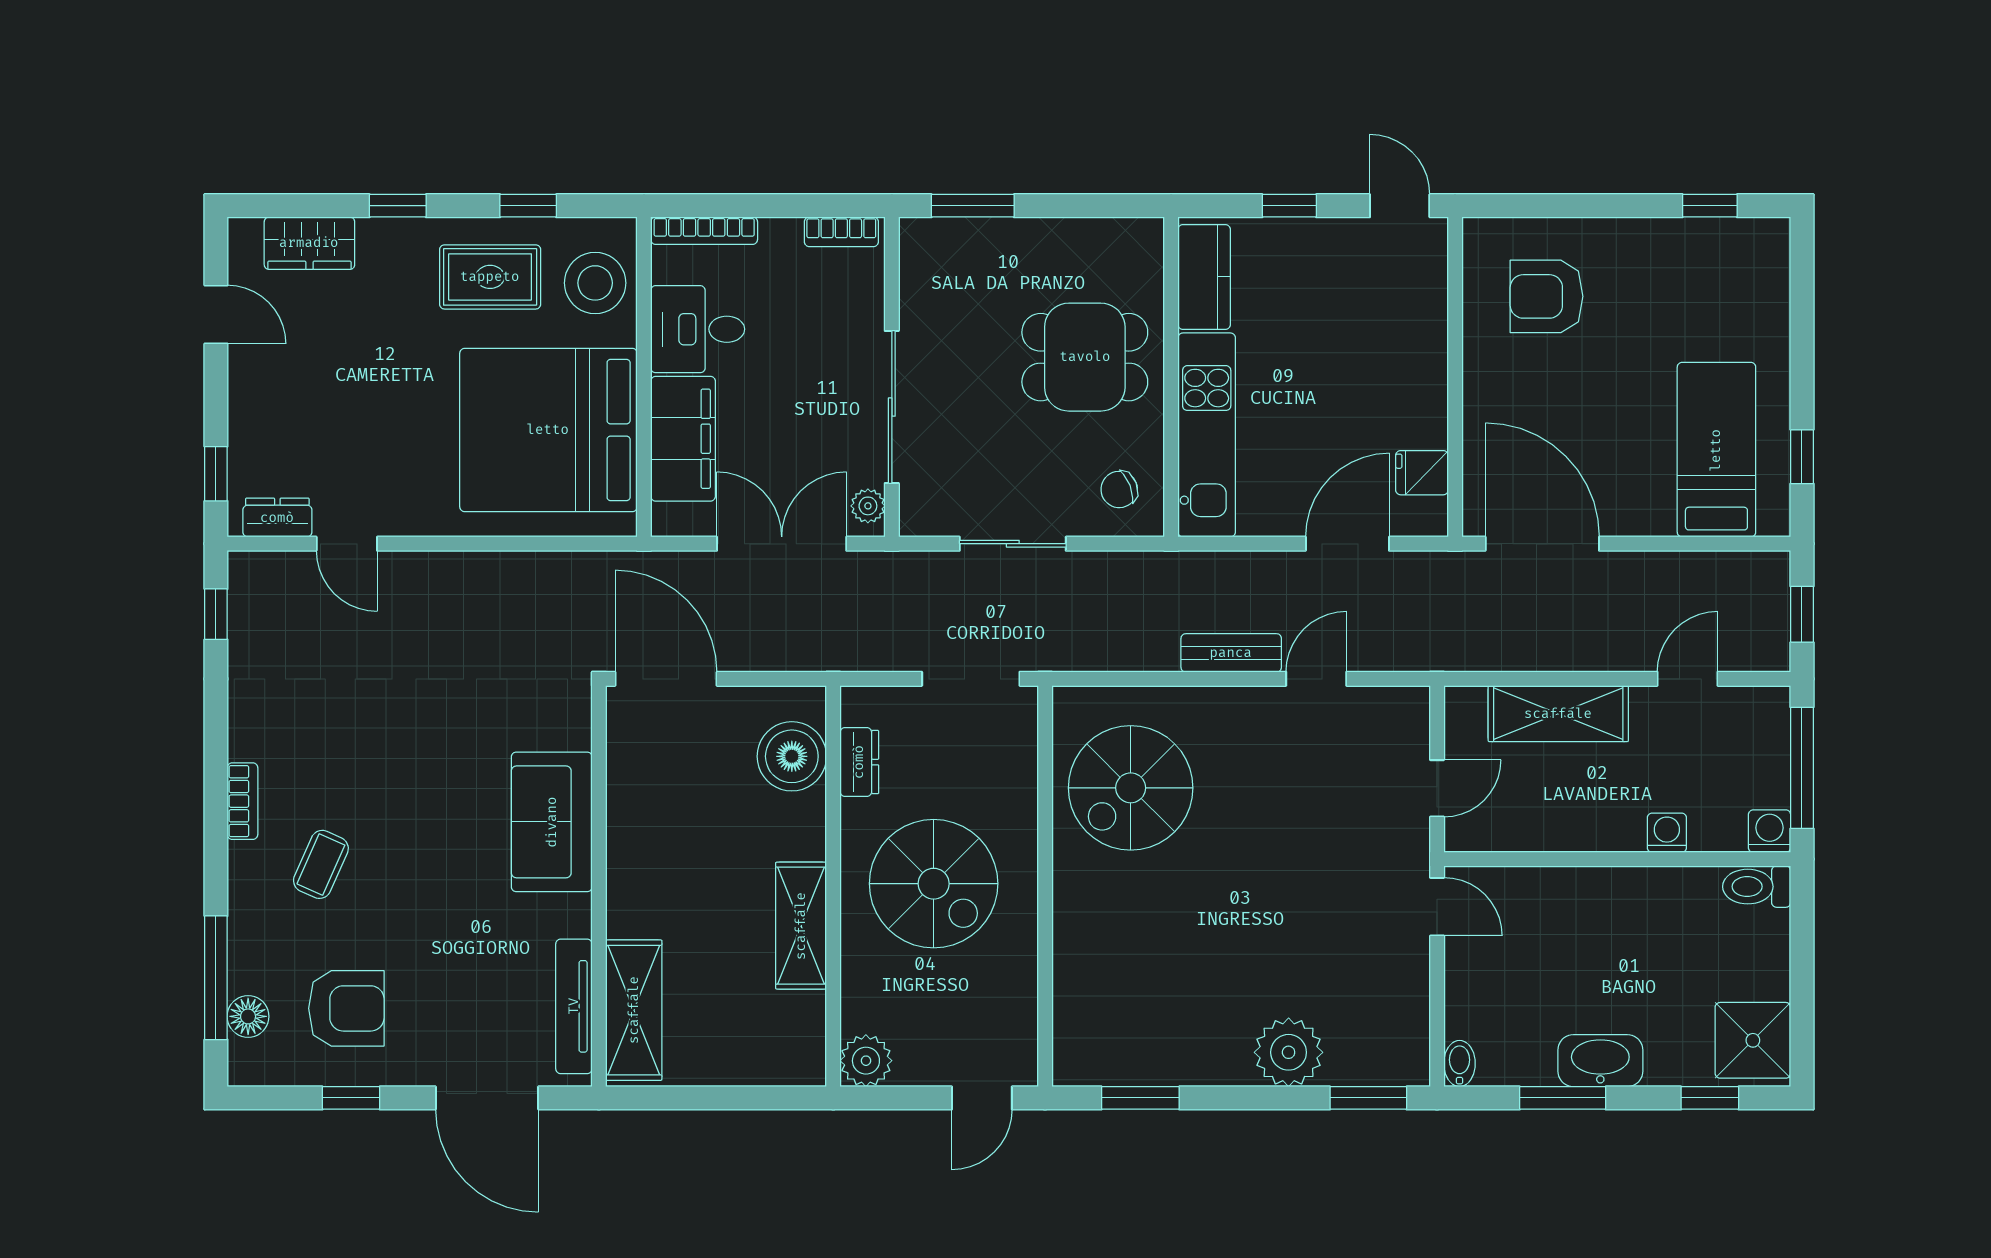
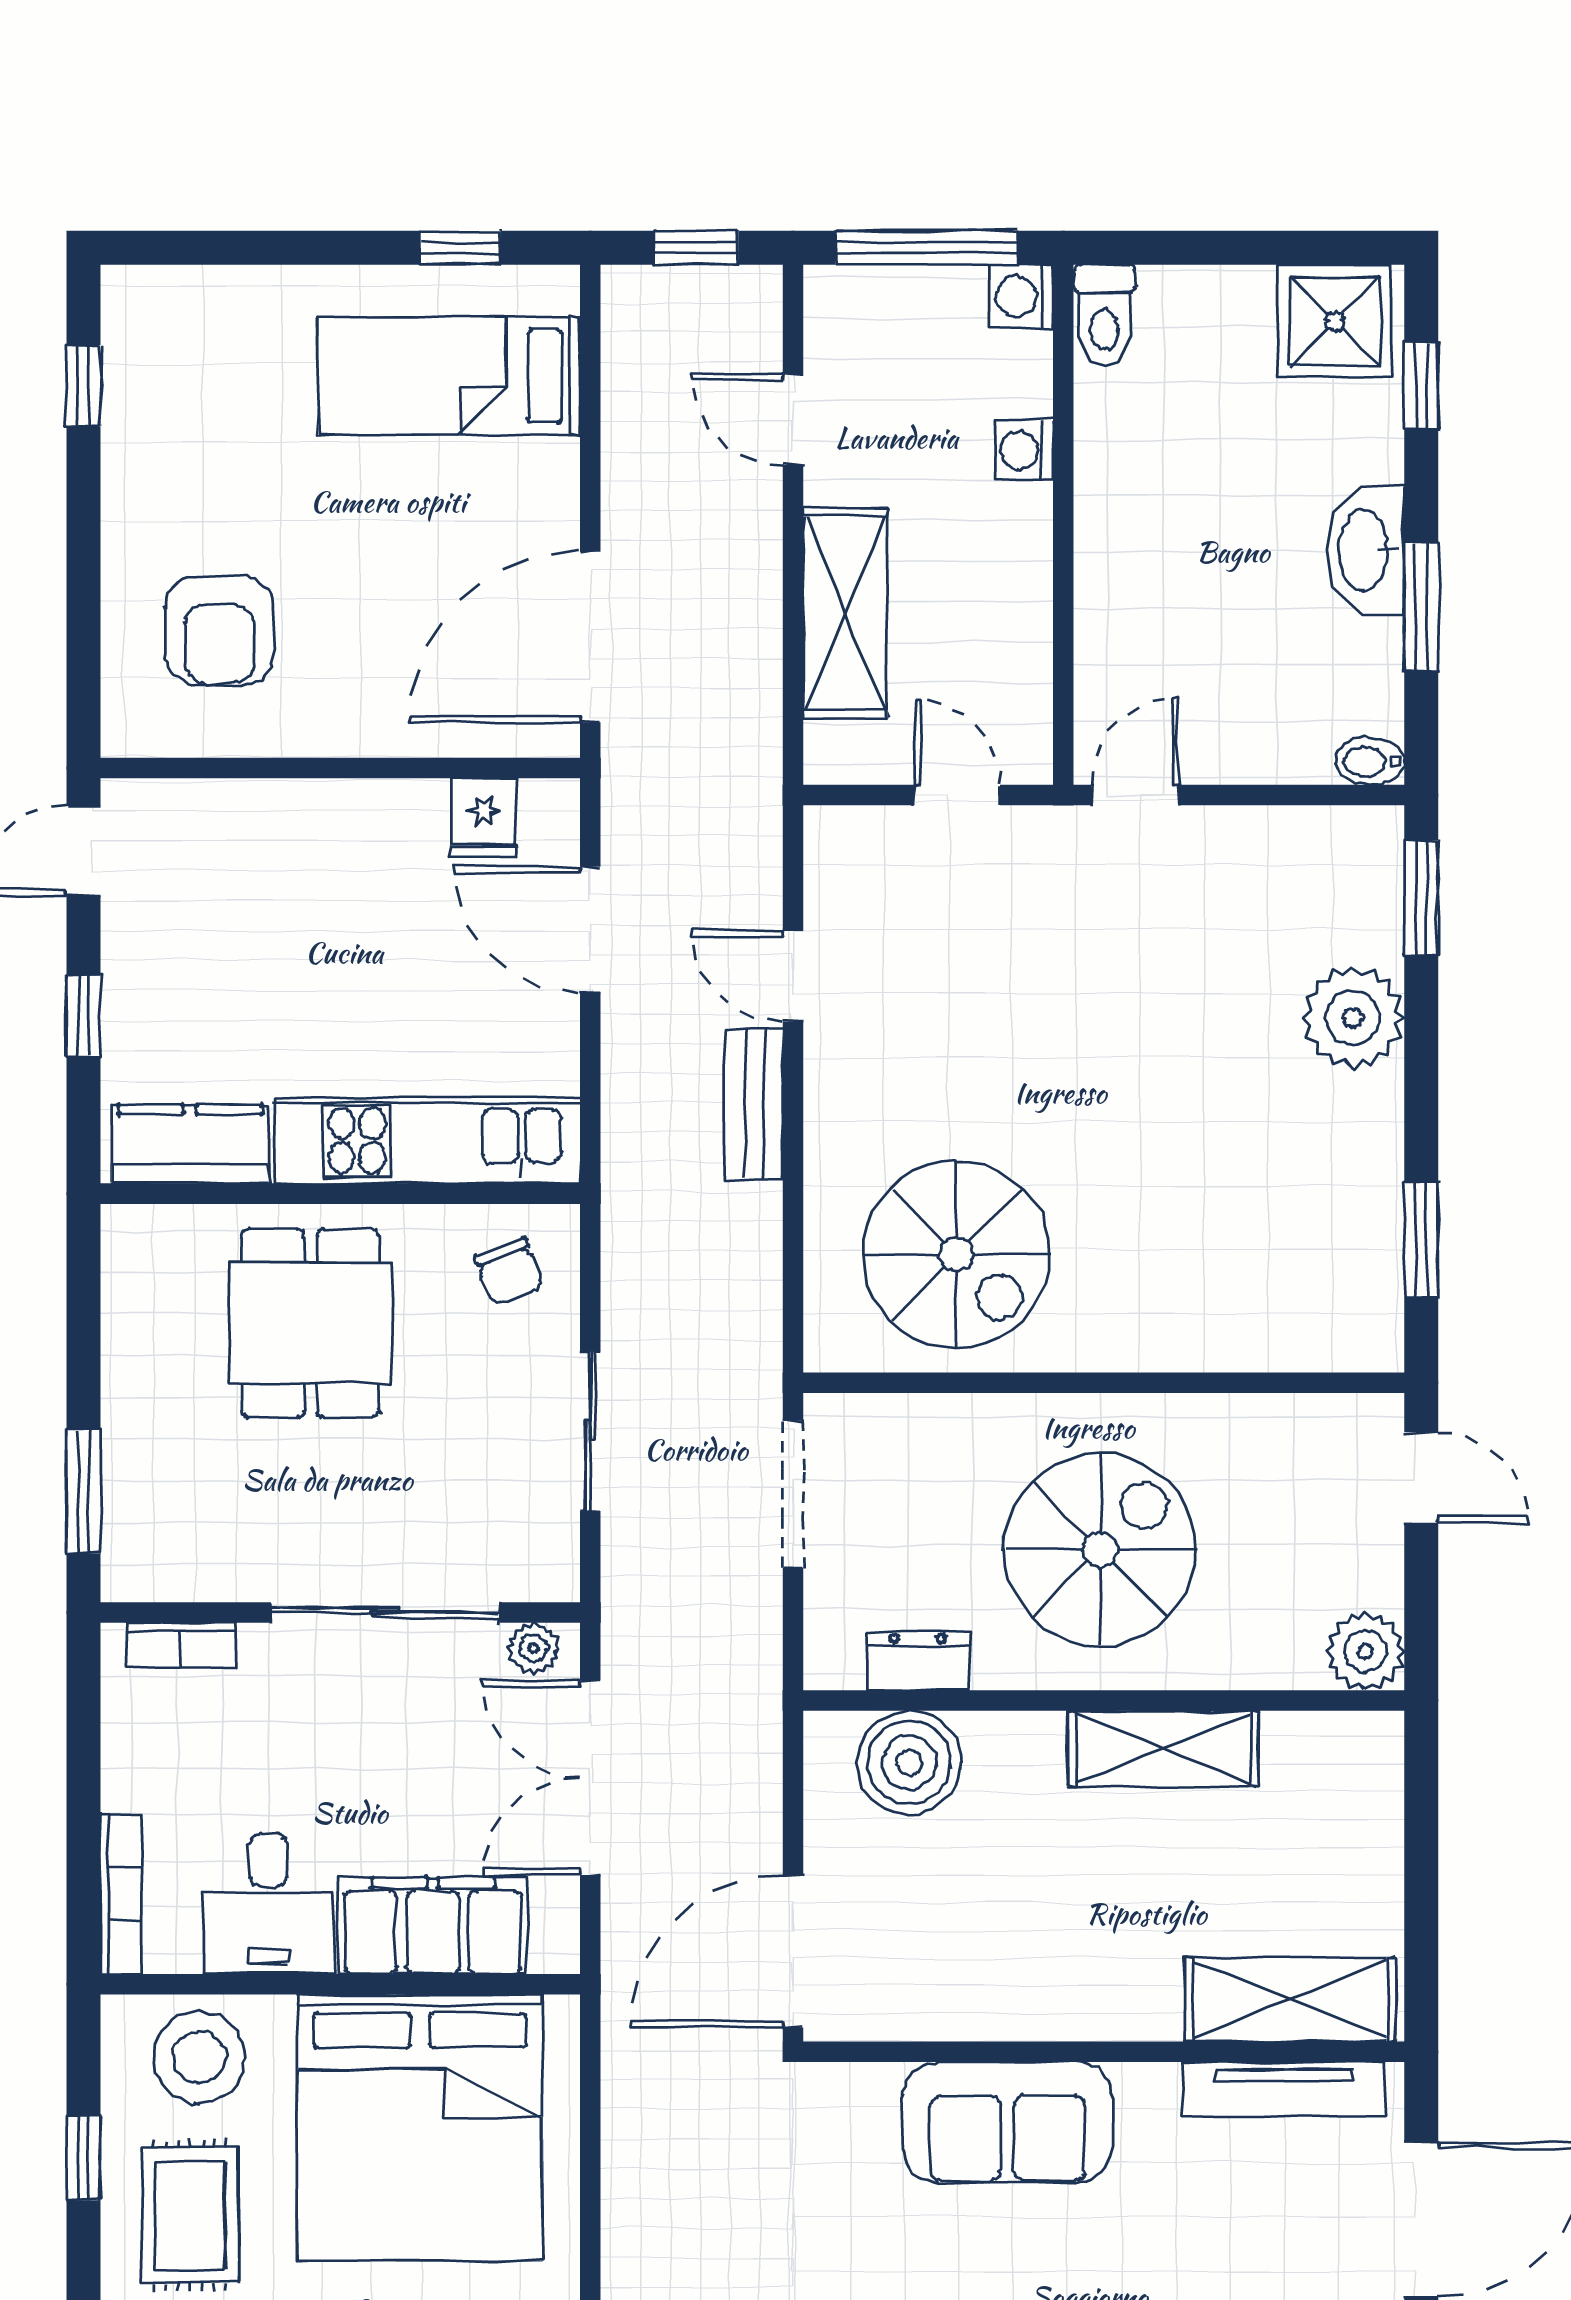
bookcase: (841, 232) -> (180, 1645), moved, turned 90

